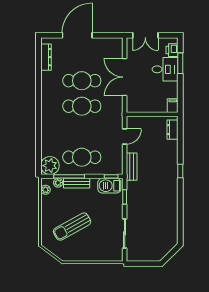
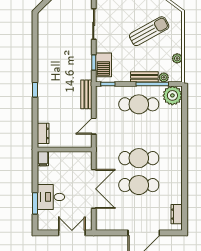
printer: (172, 50) -> (44, 217), removed
dresser: (46, 57) -> (177, 214), width x0.70
barbecue: (109, 186) -> (103, 65), moved, turned 90
plant: (45, 190) -> (177, 58), moved

